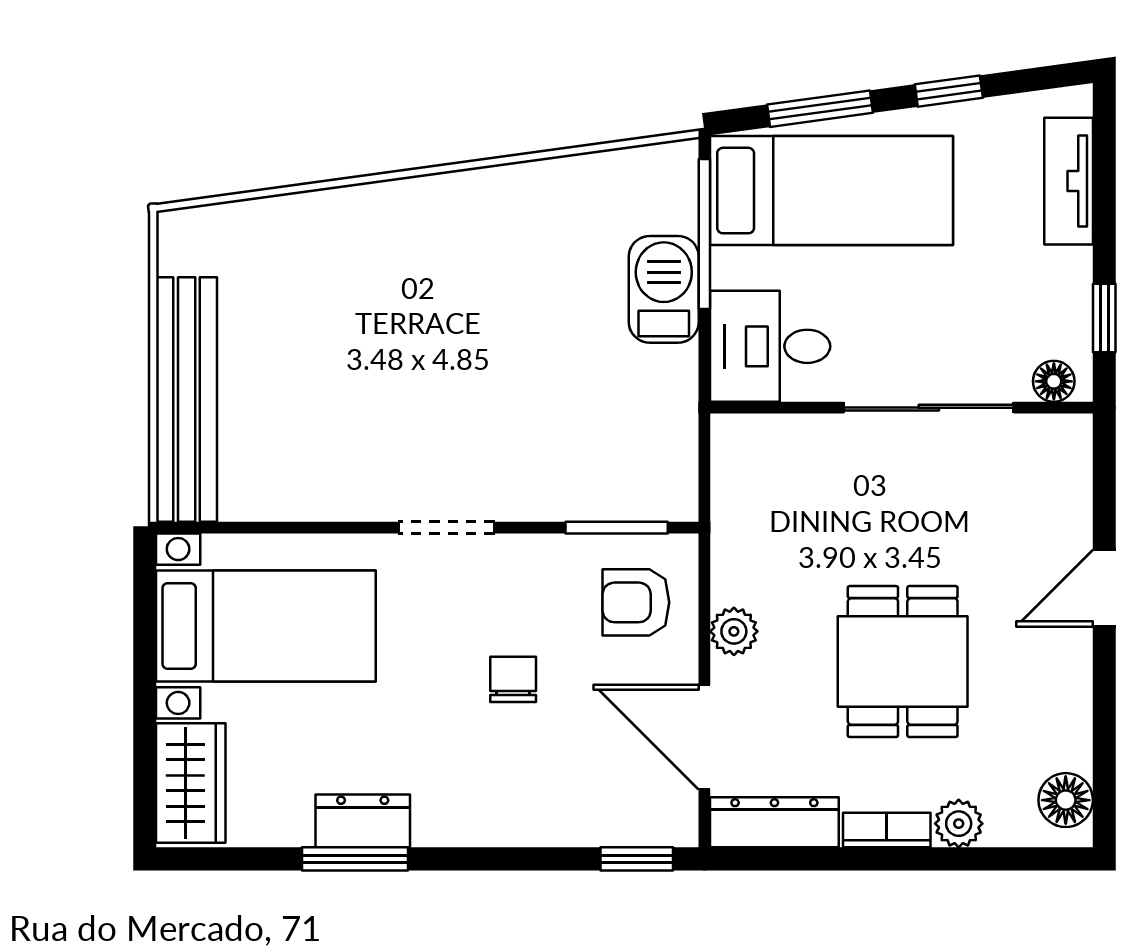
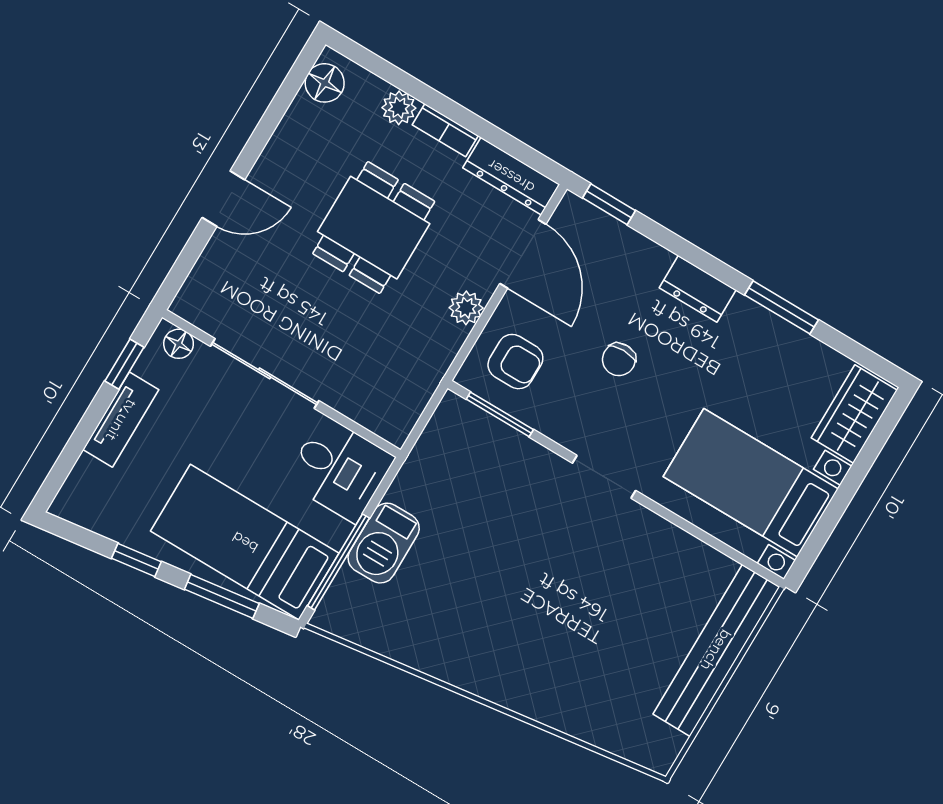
tv unit: (1069, 181) -> (121, 420), moved
dresser: (363, 821) -> (698, 289), moved

